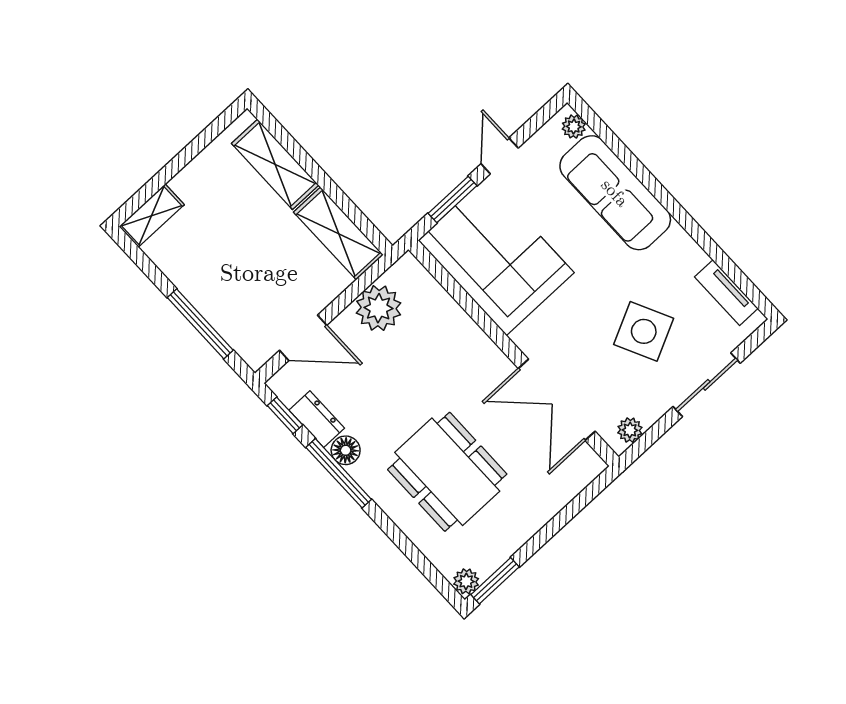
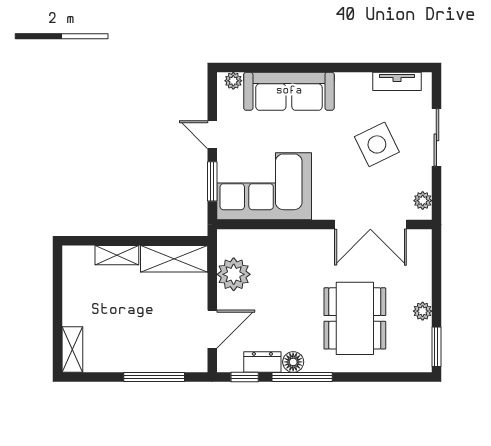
shelving: (275, 164) -> (117, 255), width x0.67, depth x0.75
dining table: (447, 472) -> (355, 318), turned 90
plant: (466, 581) -> (423, 311), moved

